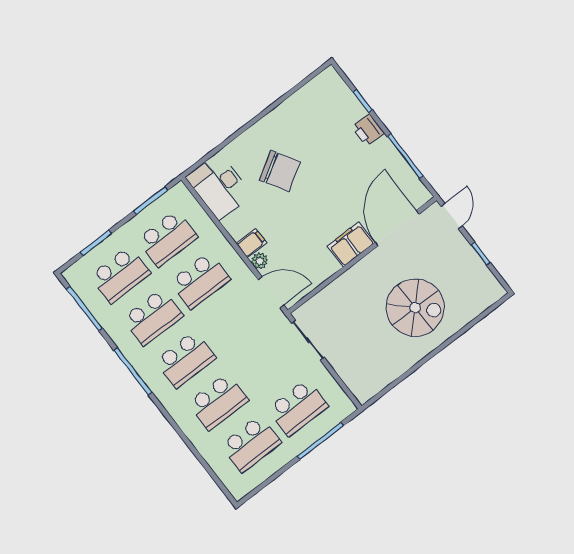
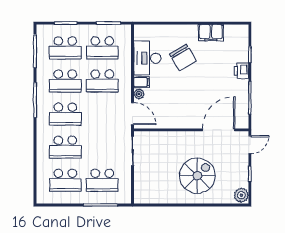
desk: (219, 186) -> (147, 58), moved
filing cabinet: (351, 244) -> (211, 33), moved, turned 180
plant: (491, 289) -> (241, 195), added
spiral stairs: (415, 308) -> (197, 176), turned -90

